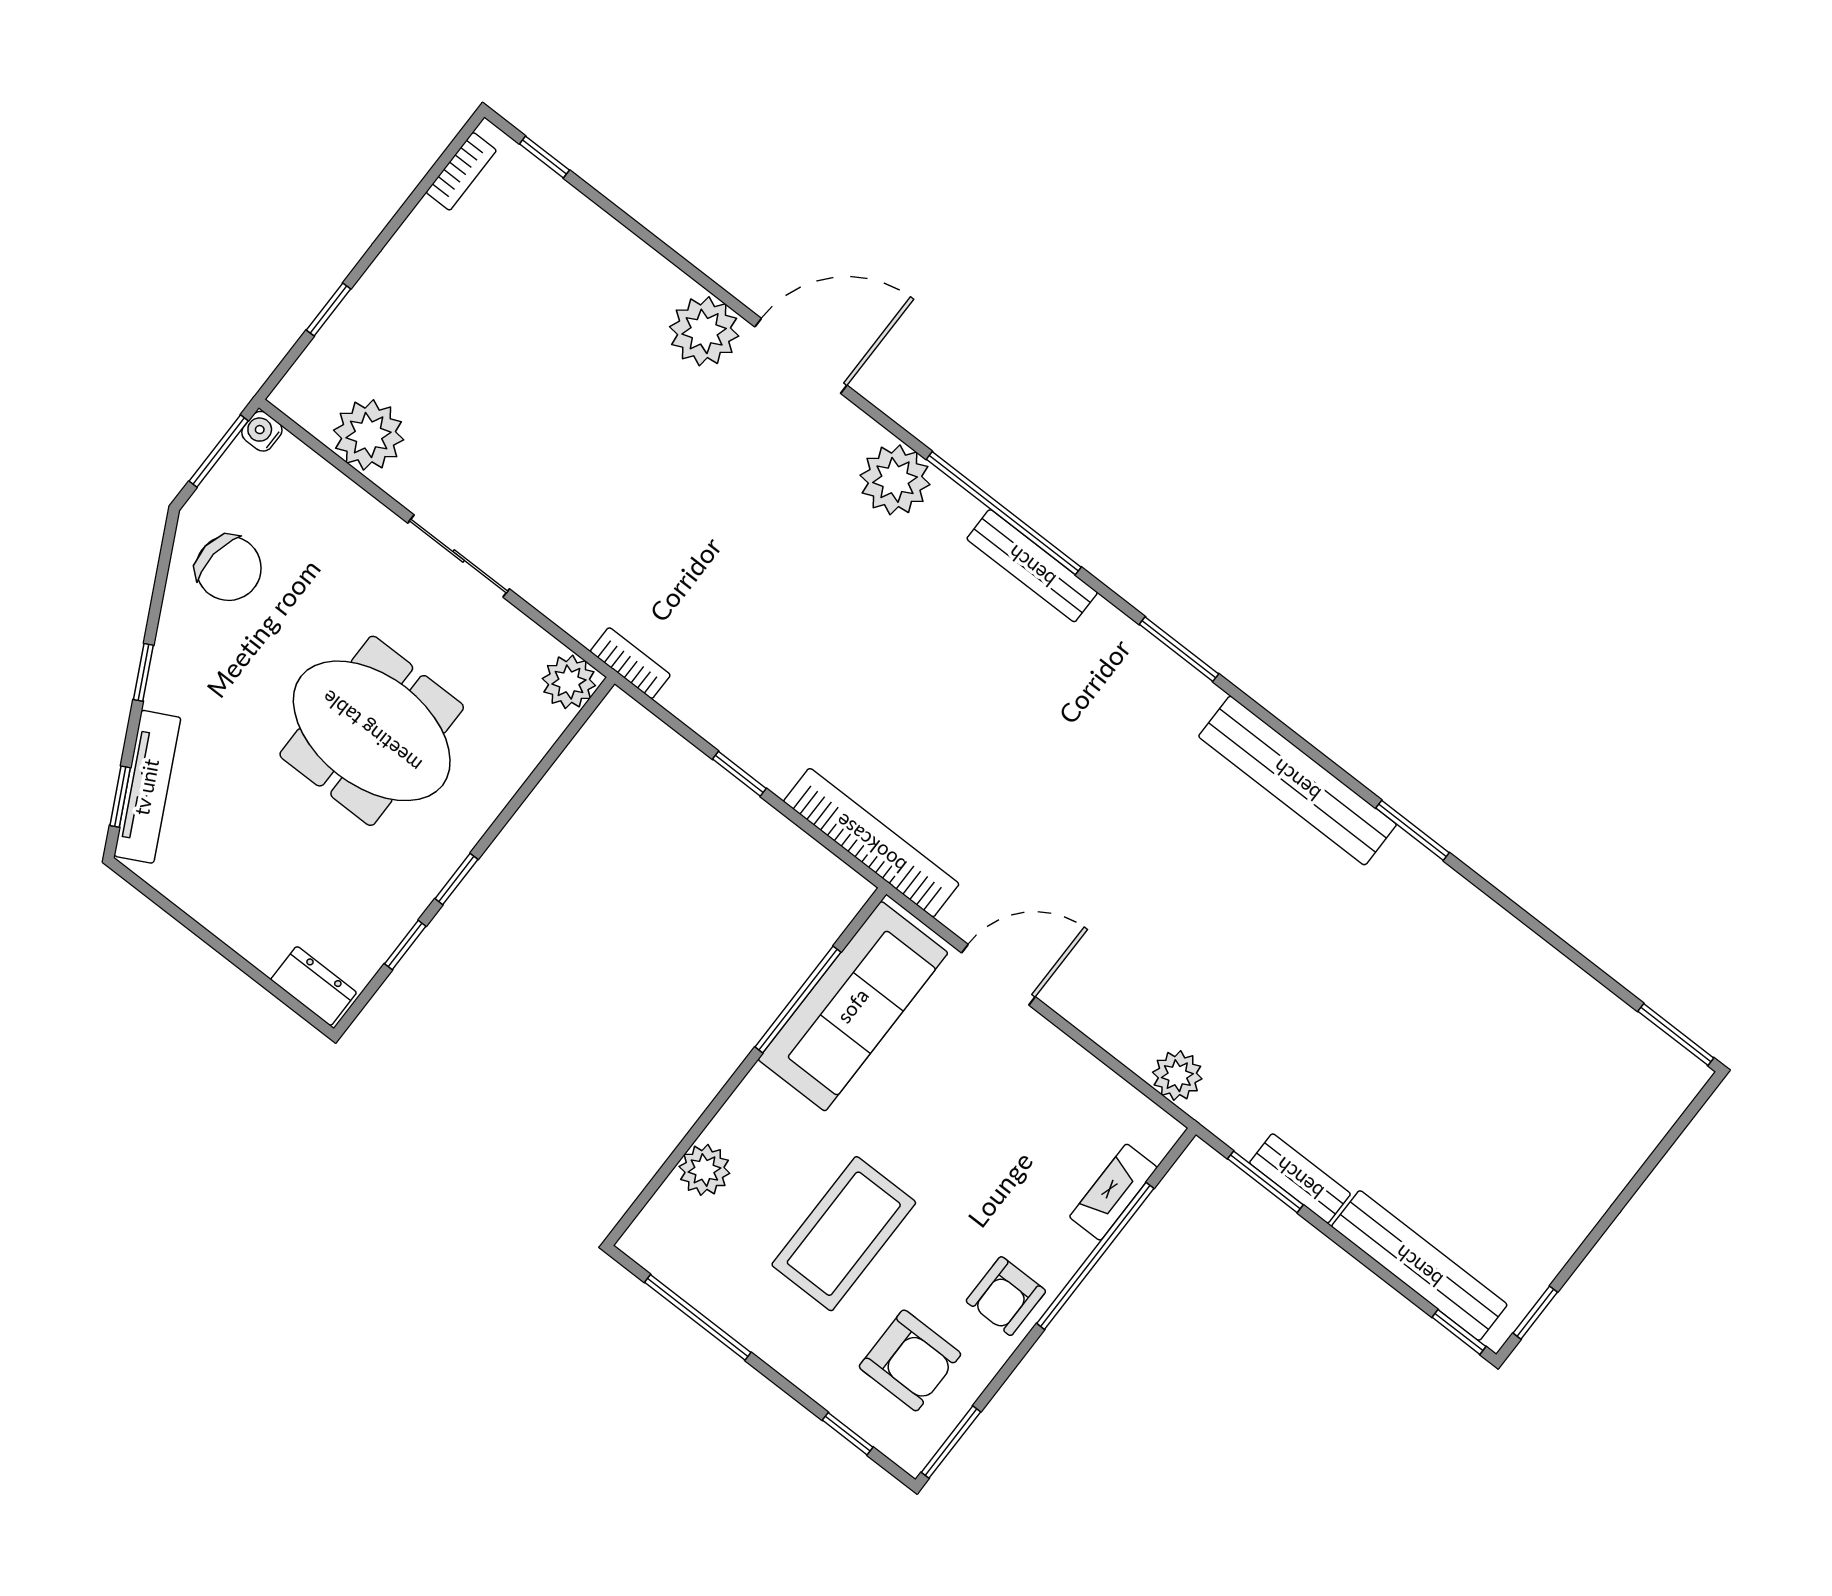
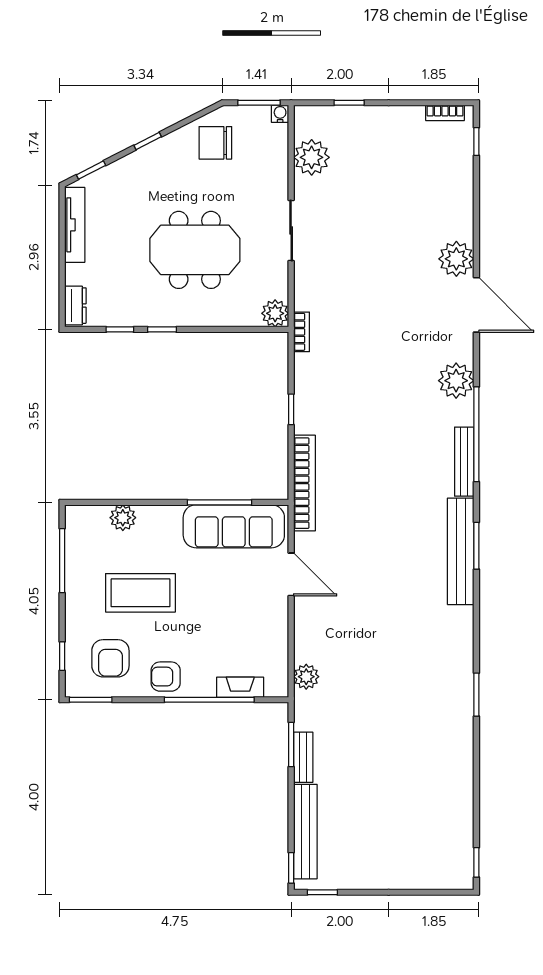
chair: (229, 568) -> (215, 143), turned 84
meeting table: (372, 731) -> (195, 250), turned 90
bench: (1297, 780) -> (461, 551), moved
tv unit: (147, 787) -> (75, 225), moved, turned -63
window: (1676, 1035) -> (476, 862), width x0.67

